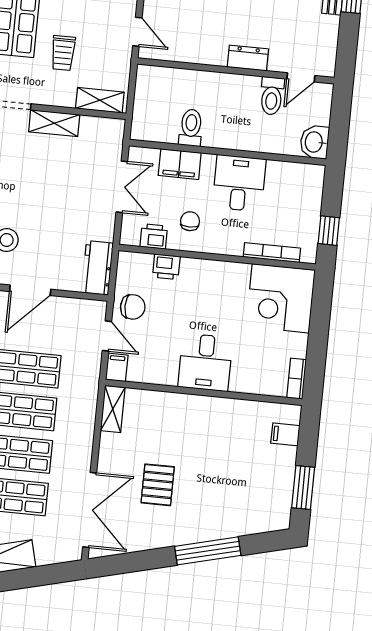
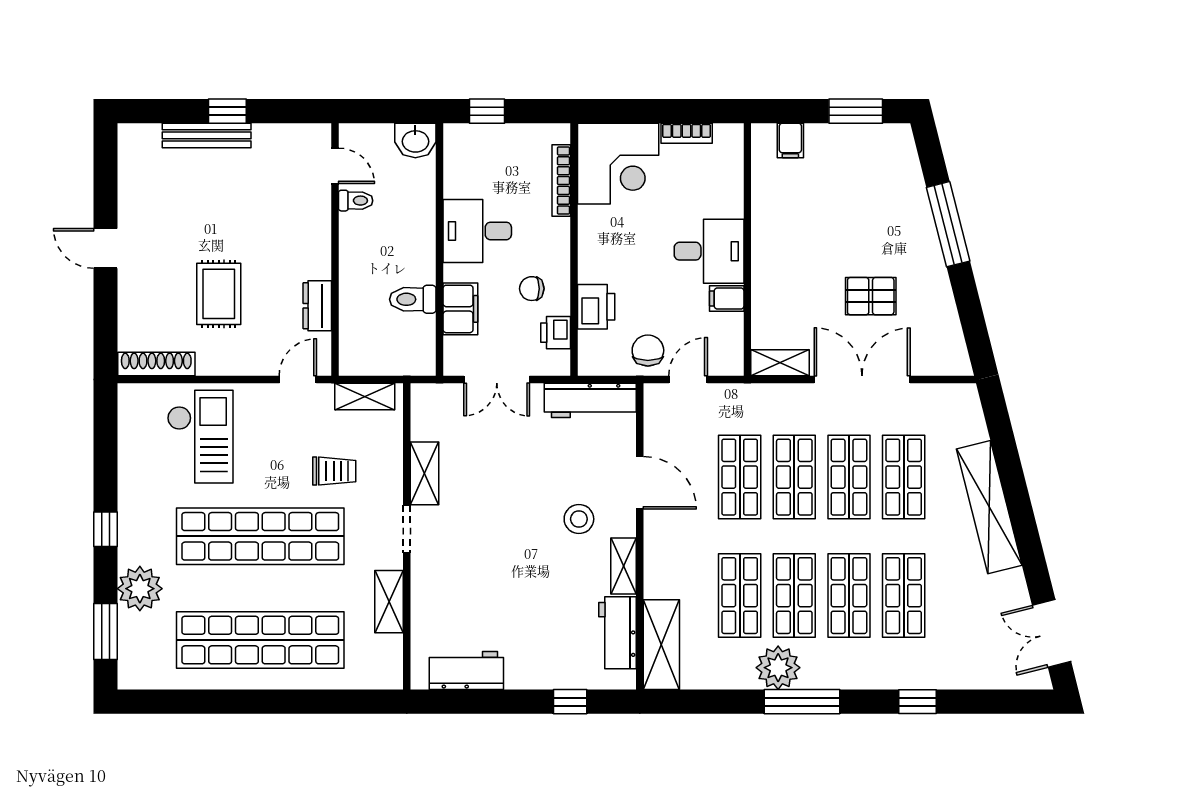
dresser: (248, 58) -> (317, 306), moved
toilet: (272, 96) -> (356, 201), width x0.73, depth x0.72
shelving: (100, 100) -> (365, 396), moved, turned 90
double door: (122, 187) -> (497, 379), swing flipped
window: (329, 231) -> (487, 111), moved
printer: (166, 267) -> (596, 307), width x1.36, depth x1.24
workbench: (97, 268) -> (590, 400), width x1.38
filing cabinet: (117, 367) -> (727, 299), moved
bookcase: (297, 379) -> (687, 133), moved
double door: (90, 510) -> (862, 379), moved

